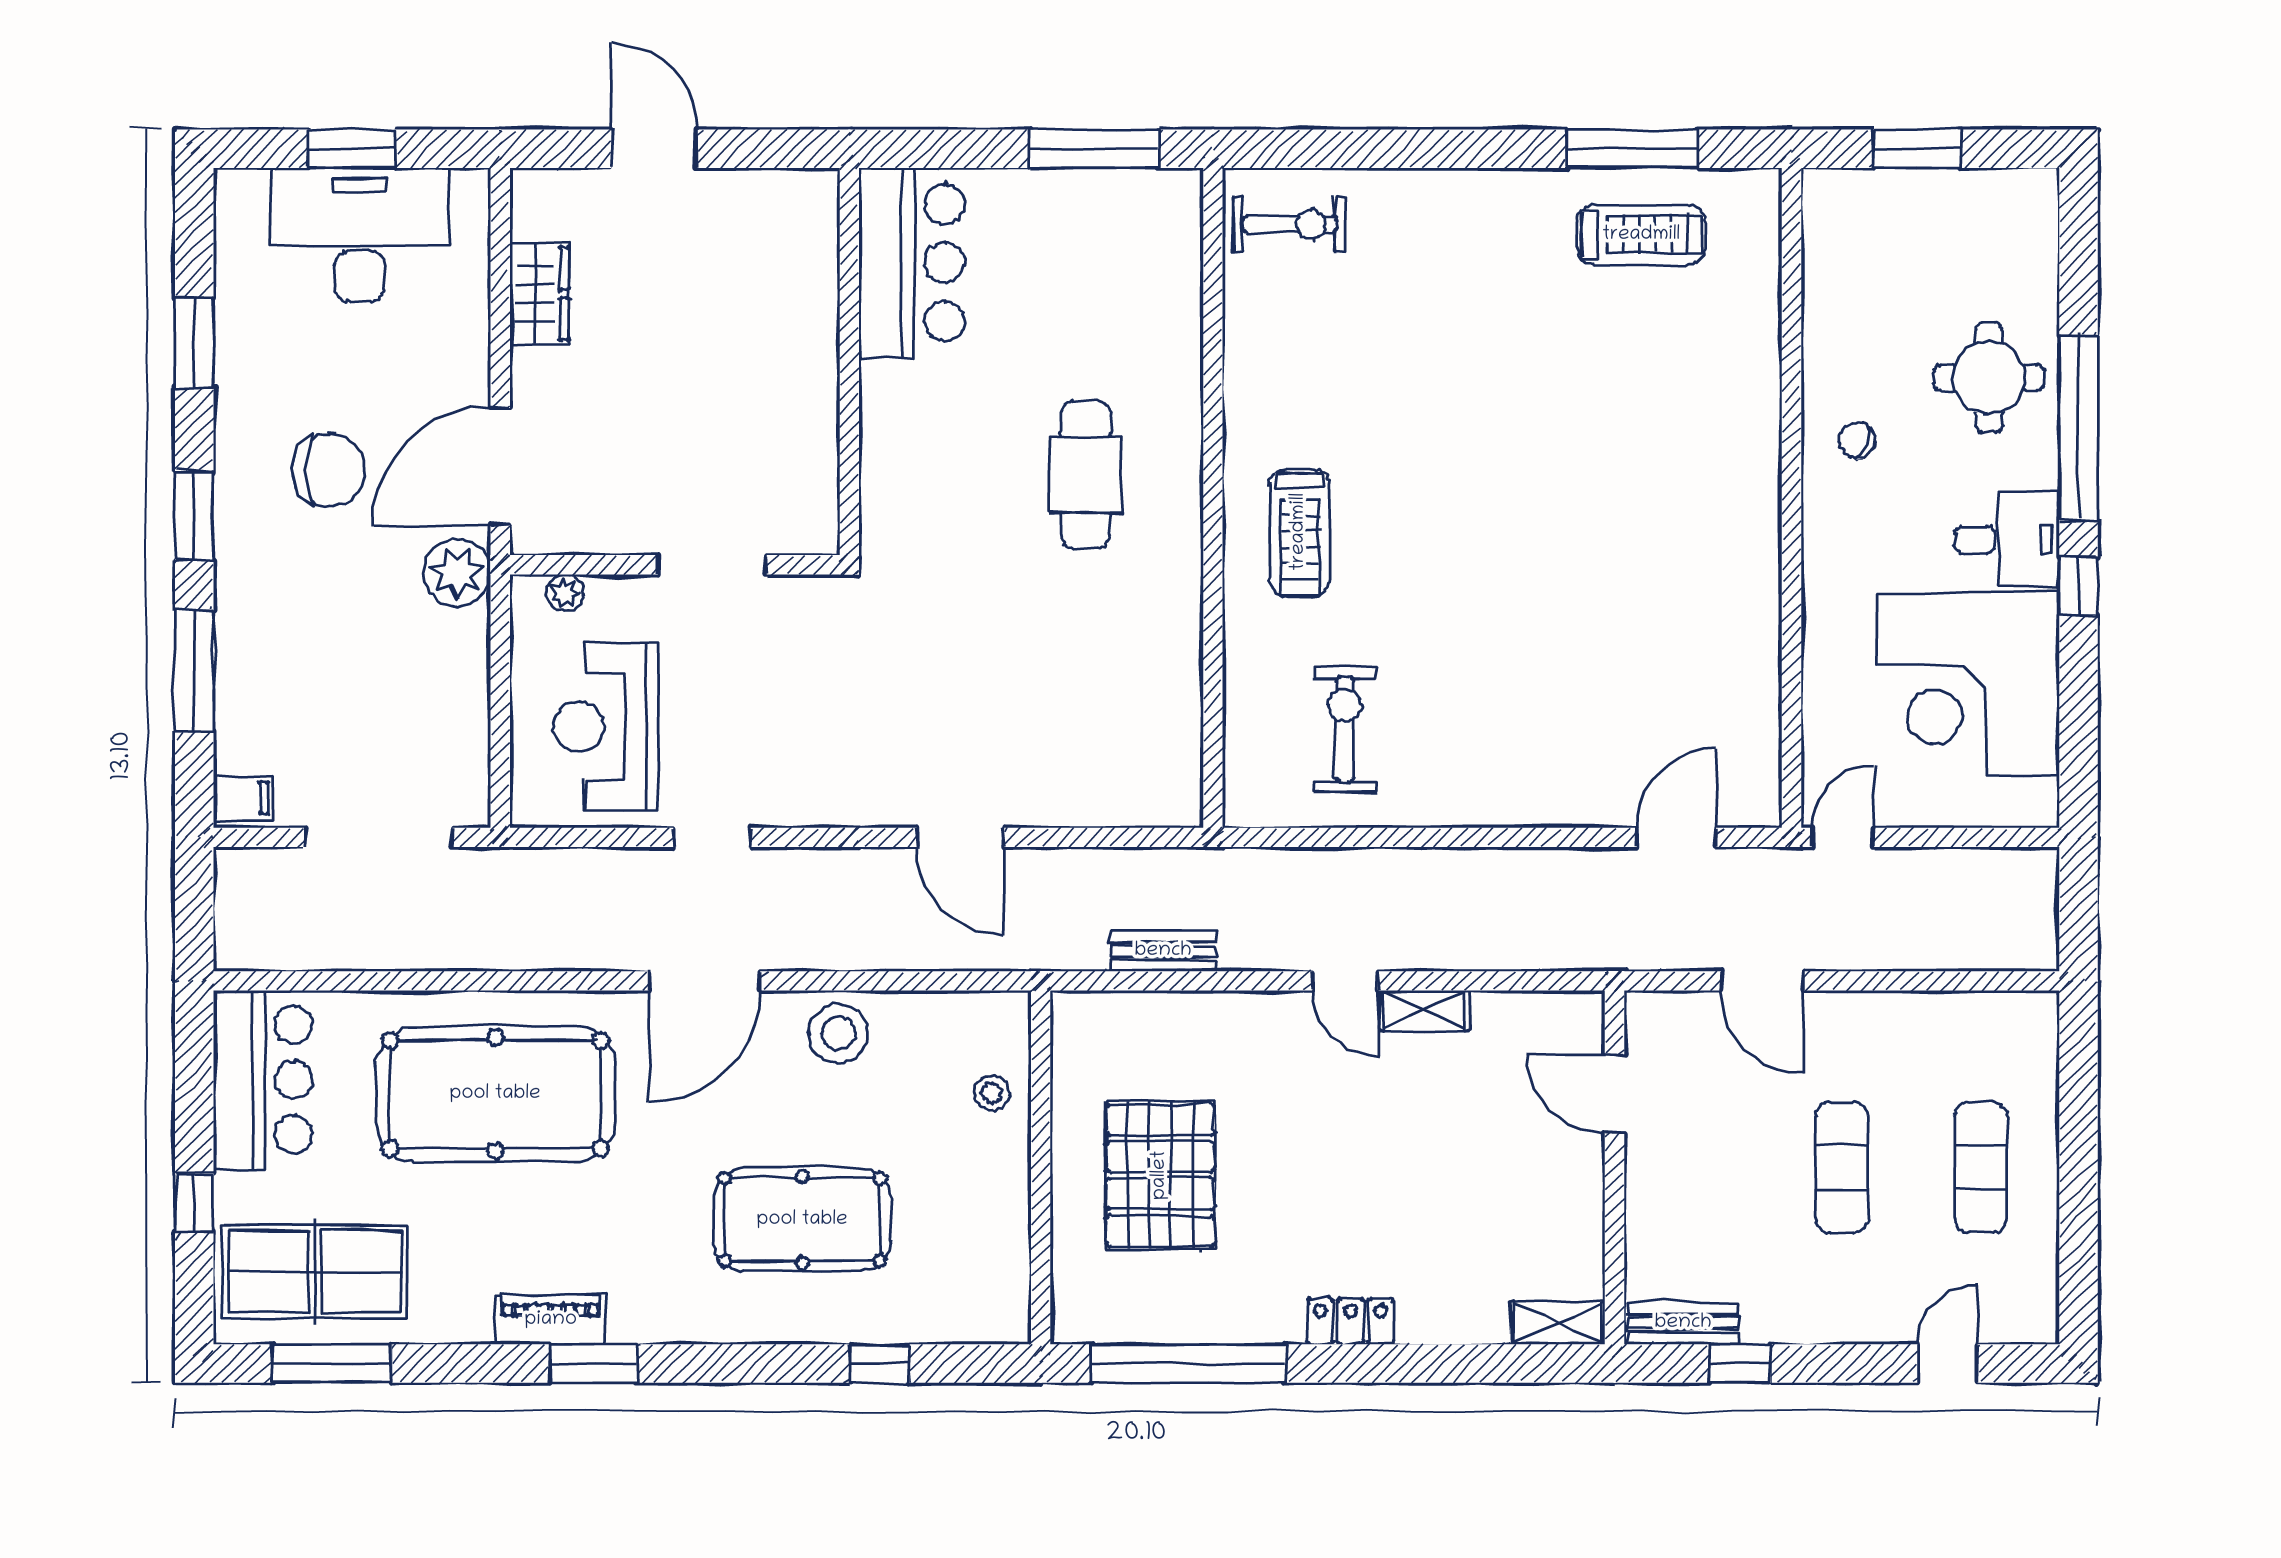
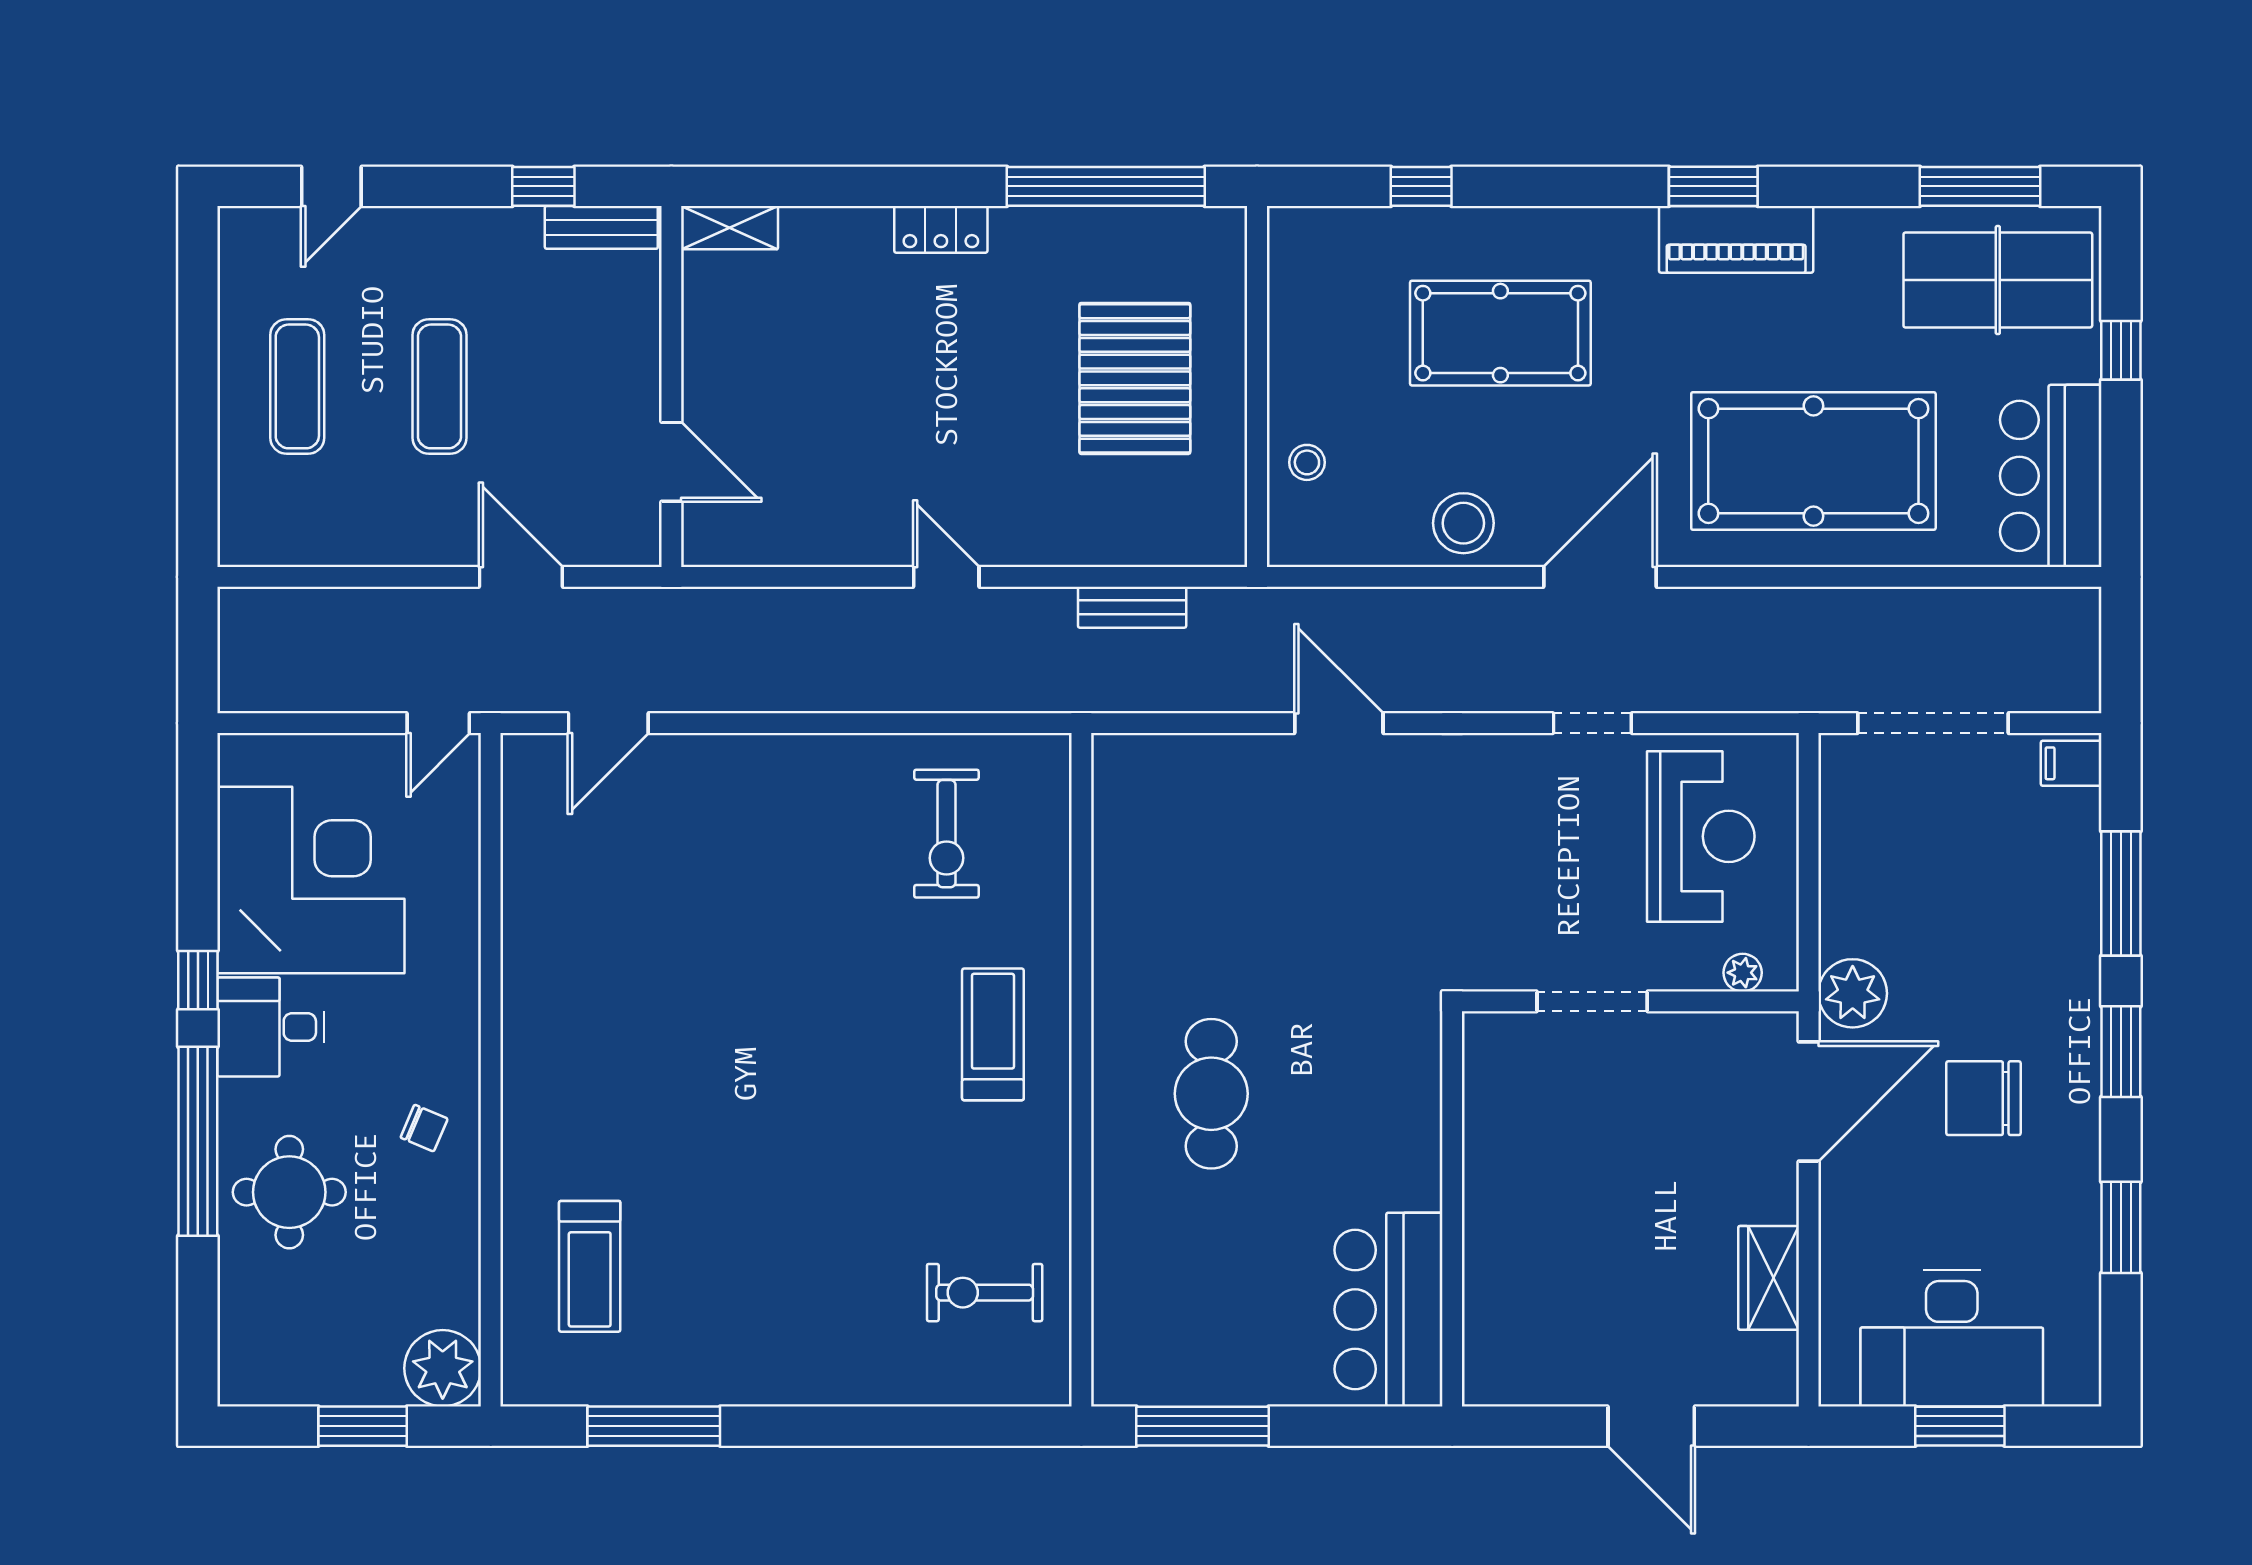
plant: (1839, 205) -> (443, 1368), added
exercise bike: (1290, 224) -> (985, 1293), moved
treadmill: (1641, 235) -> (590, 1266), moved, turned -90
shelving: (1424, 1010) -> (866, 547), removed
piano: (551, 1320) -> (1736, 239), width x1.37, depth x1.33

